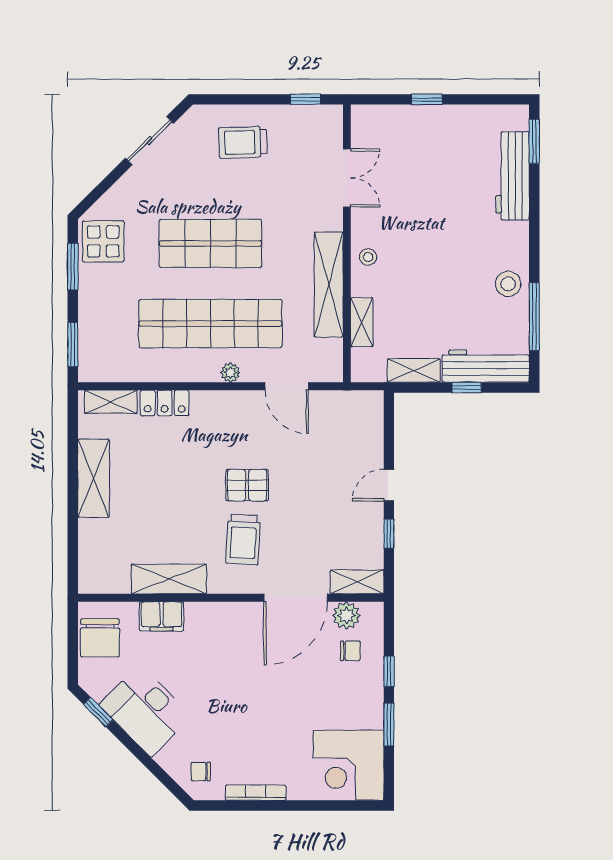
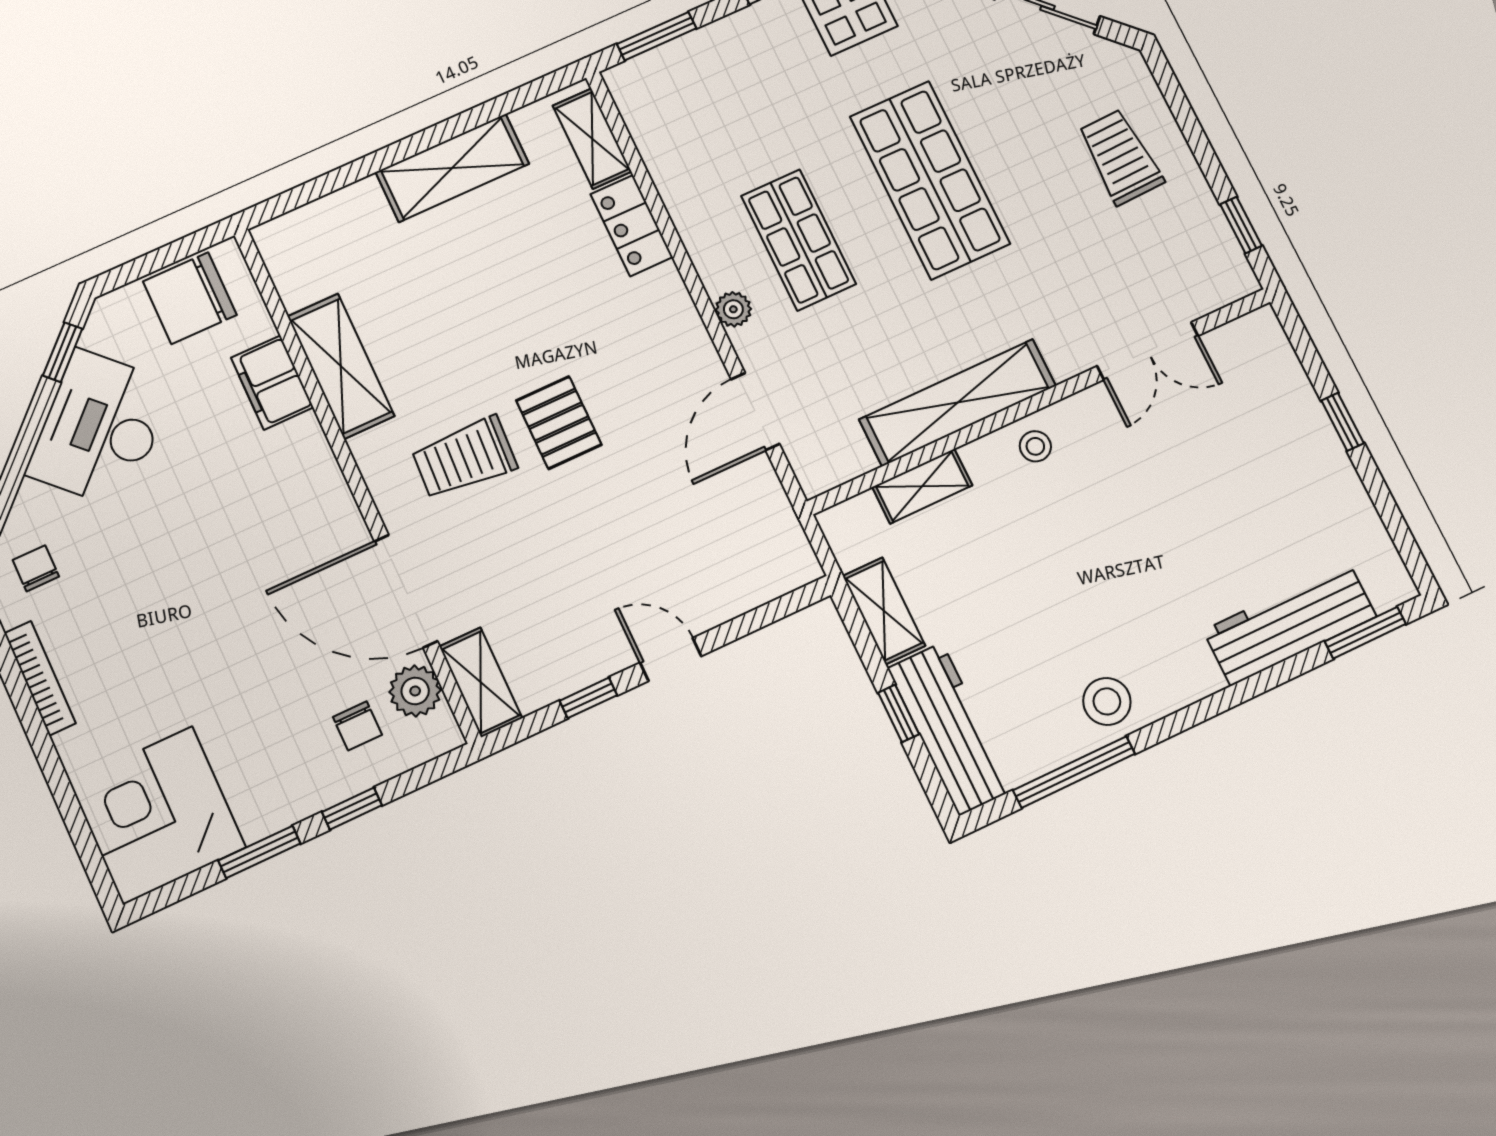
shop shelf: (210, 324) -> (798, 240), width x0.50, depth x0.74

